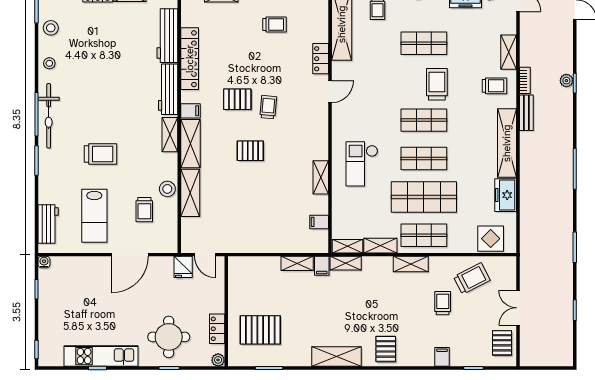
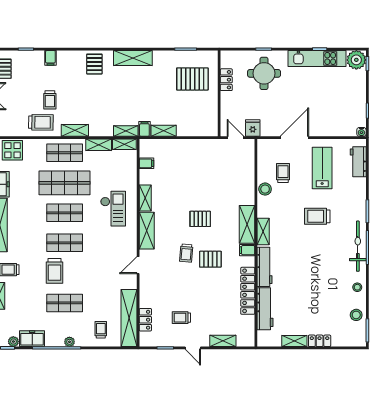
locker: (321, 59) -> (145, 320), moved
shelving: (190, 193) -> (147, 231), moved
trolley: (472, 278) -> (41, 122), moved, turned -152
plant: (218, 360) -> (356, 60), moved, width x1.88, depth x1.88

